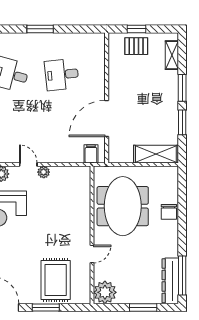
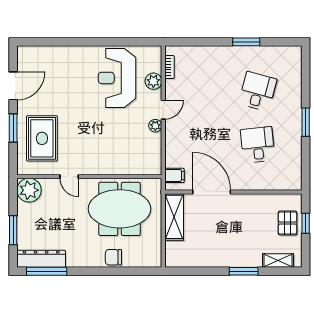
window: (182, 122) -> (208, 271), removed
shelving: (156, 154) -> (174, 217), moved
rug: (56, 280) -> (42, 138), turned 90

